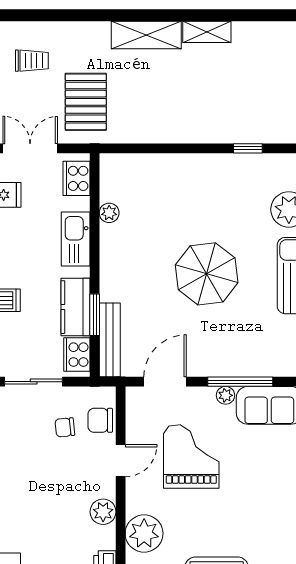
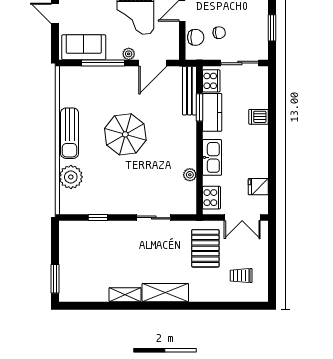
sliding door: (164, 148) -> (154, 218), added
plant: (225, 395) -> (129, 54), moved

